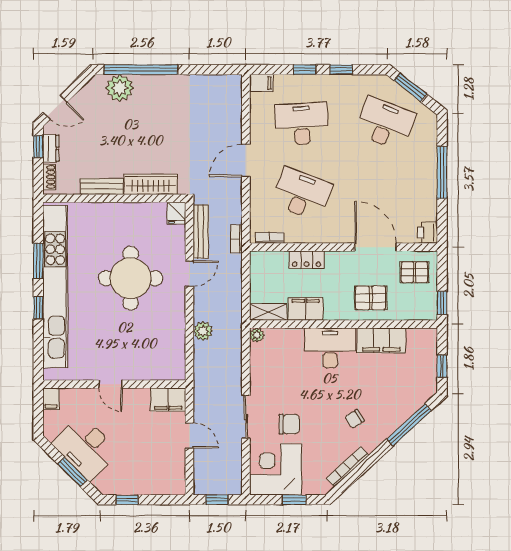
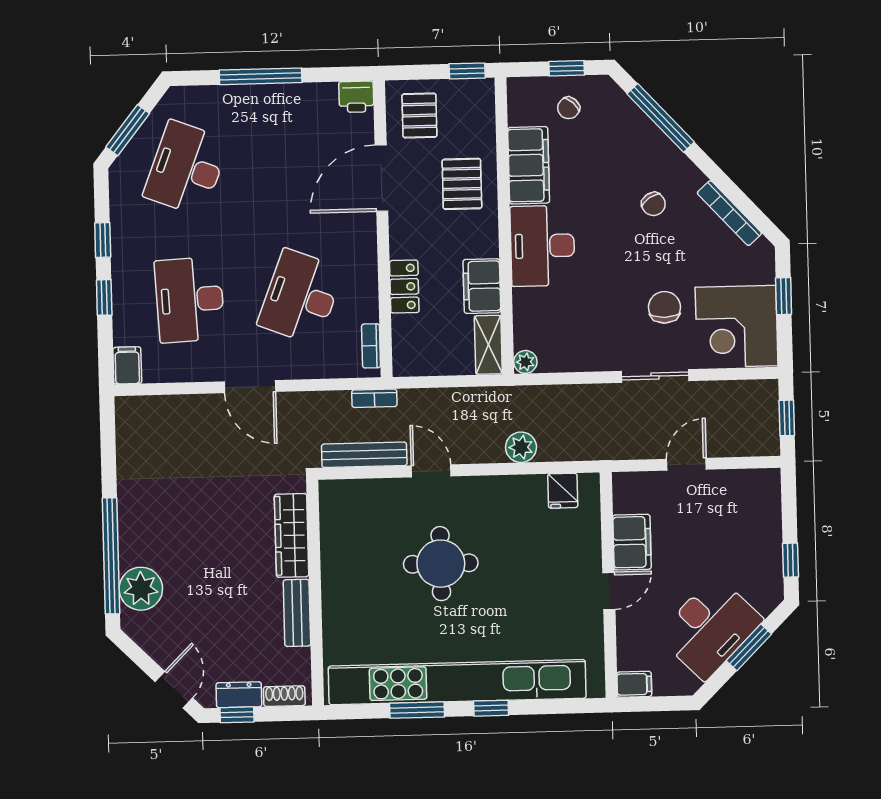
fridge: (176, 213) -> (563, 491), moved, turned 90
round table: (131, 278) -> (441, 564), width x0.73, depth x0.73
chair: (417, 367) -> (569, 108), added
filing cabinet: (168, 400) -> (632, 542), moved

